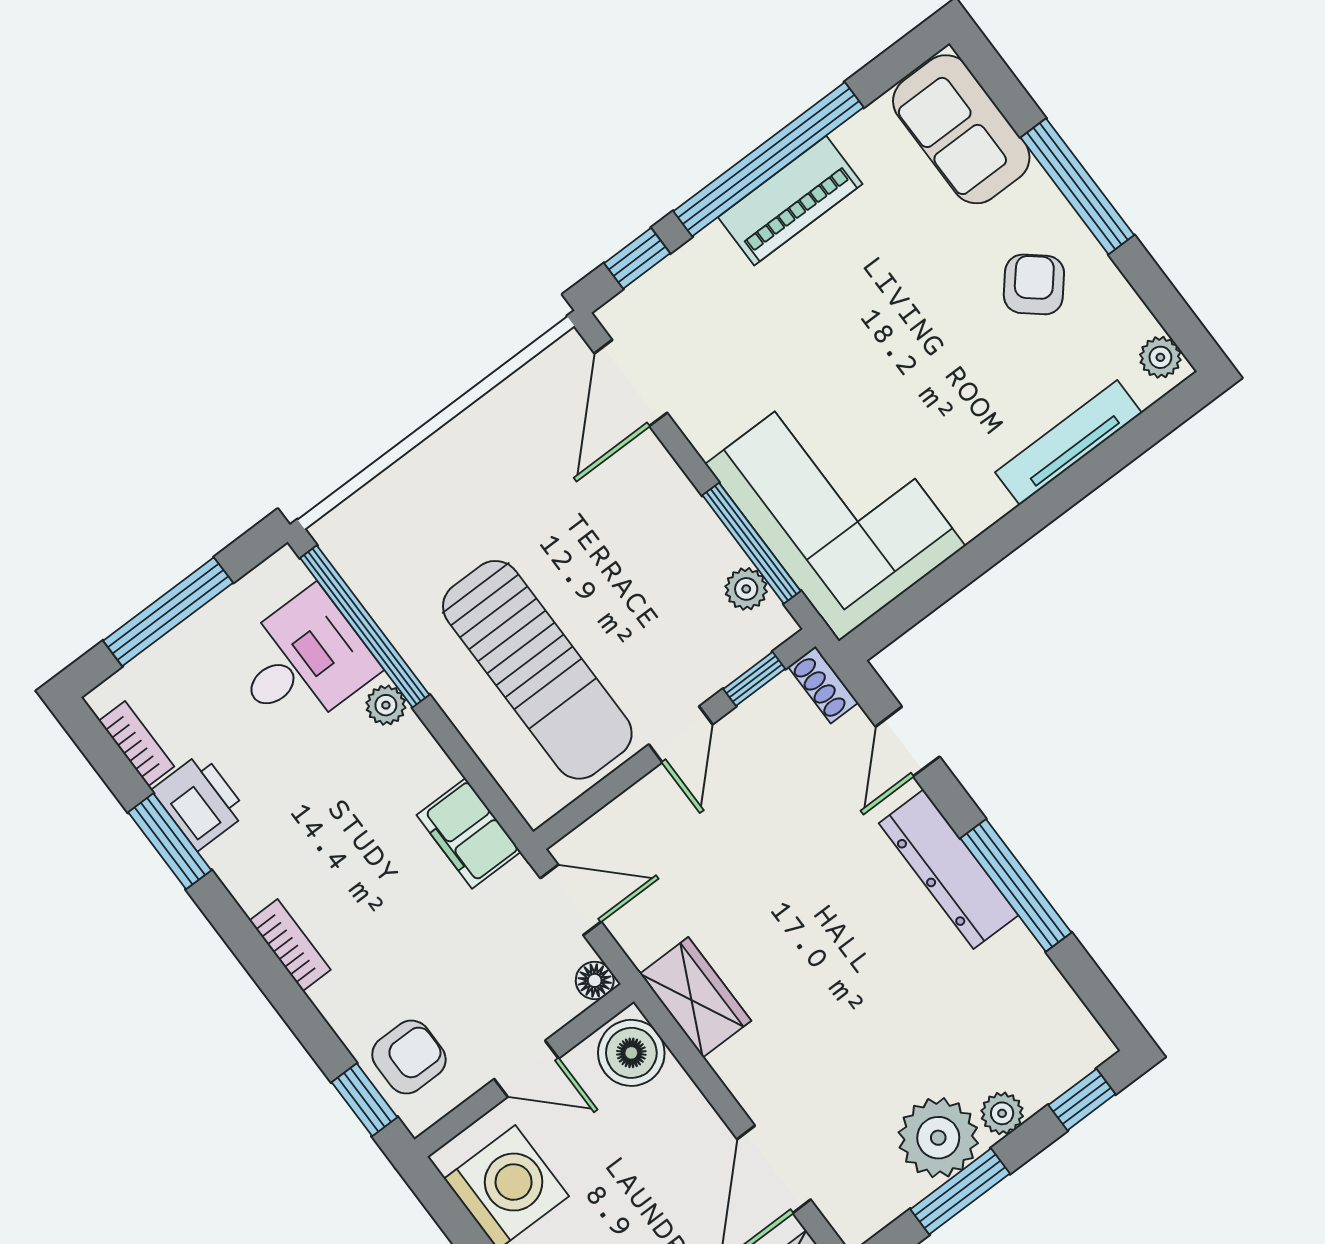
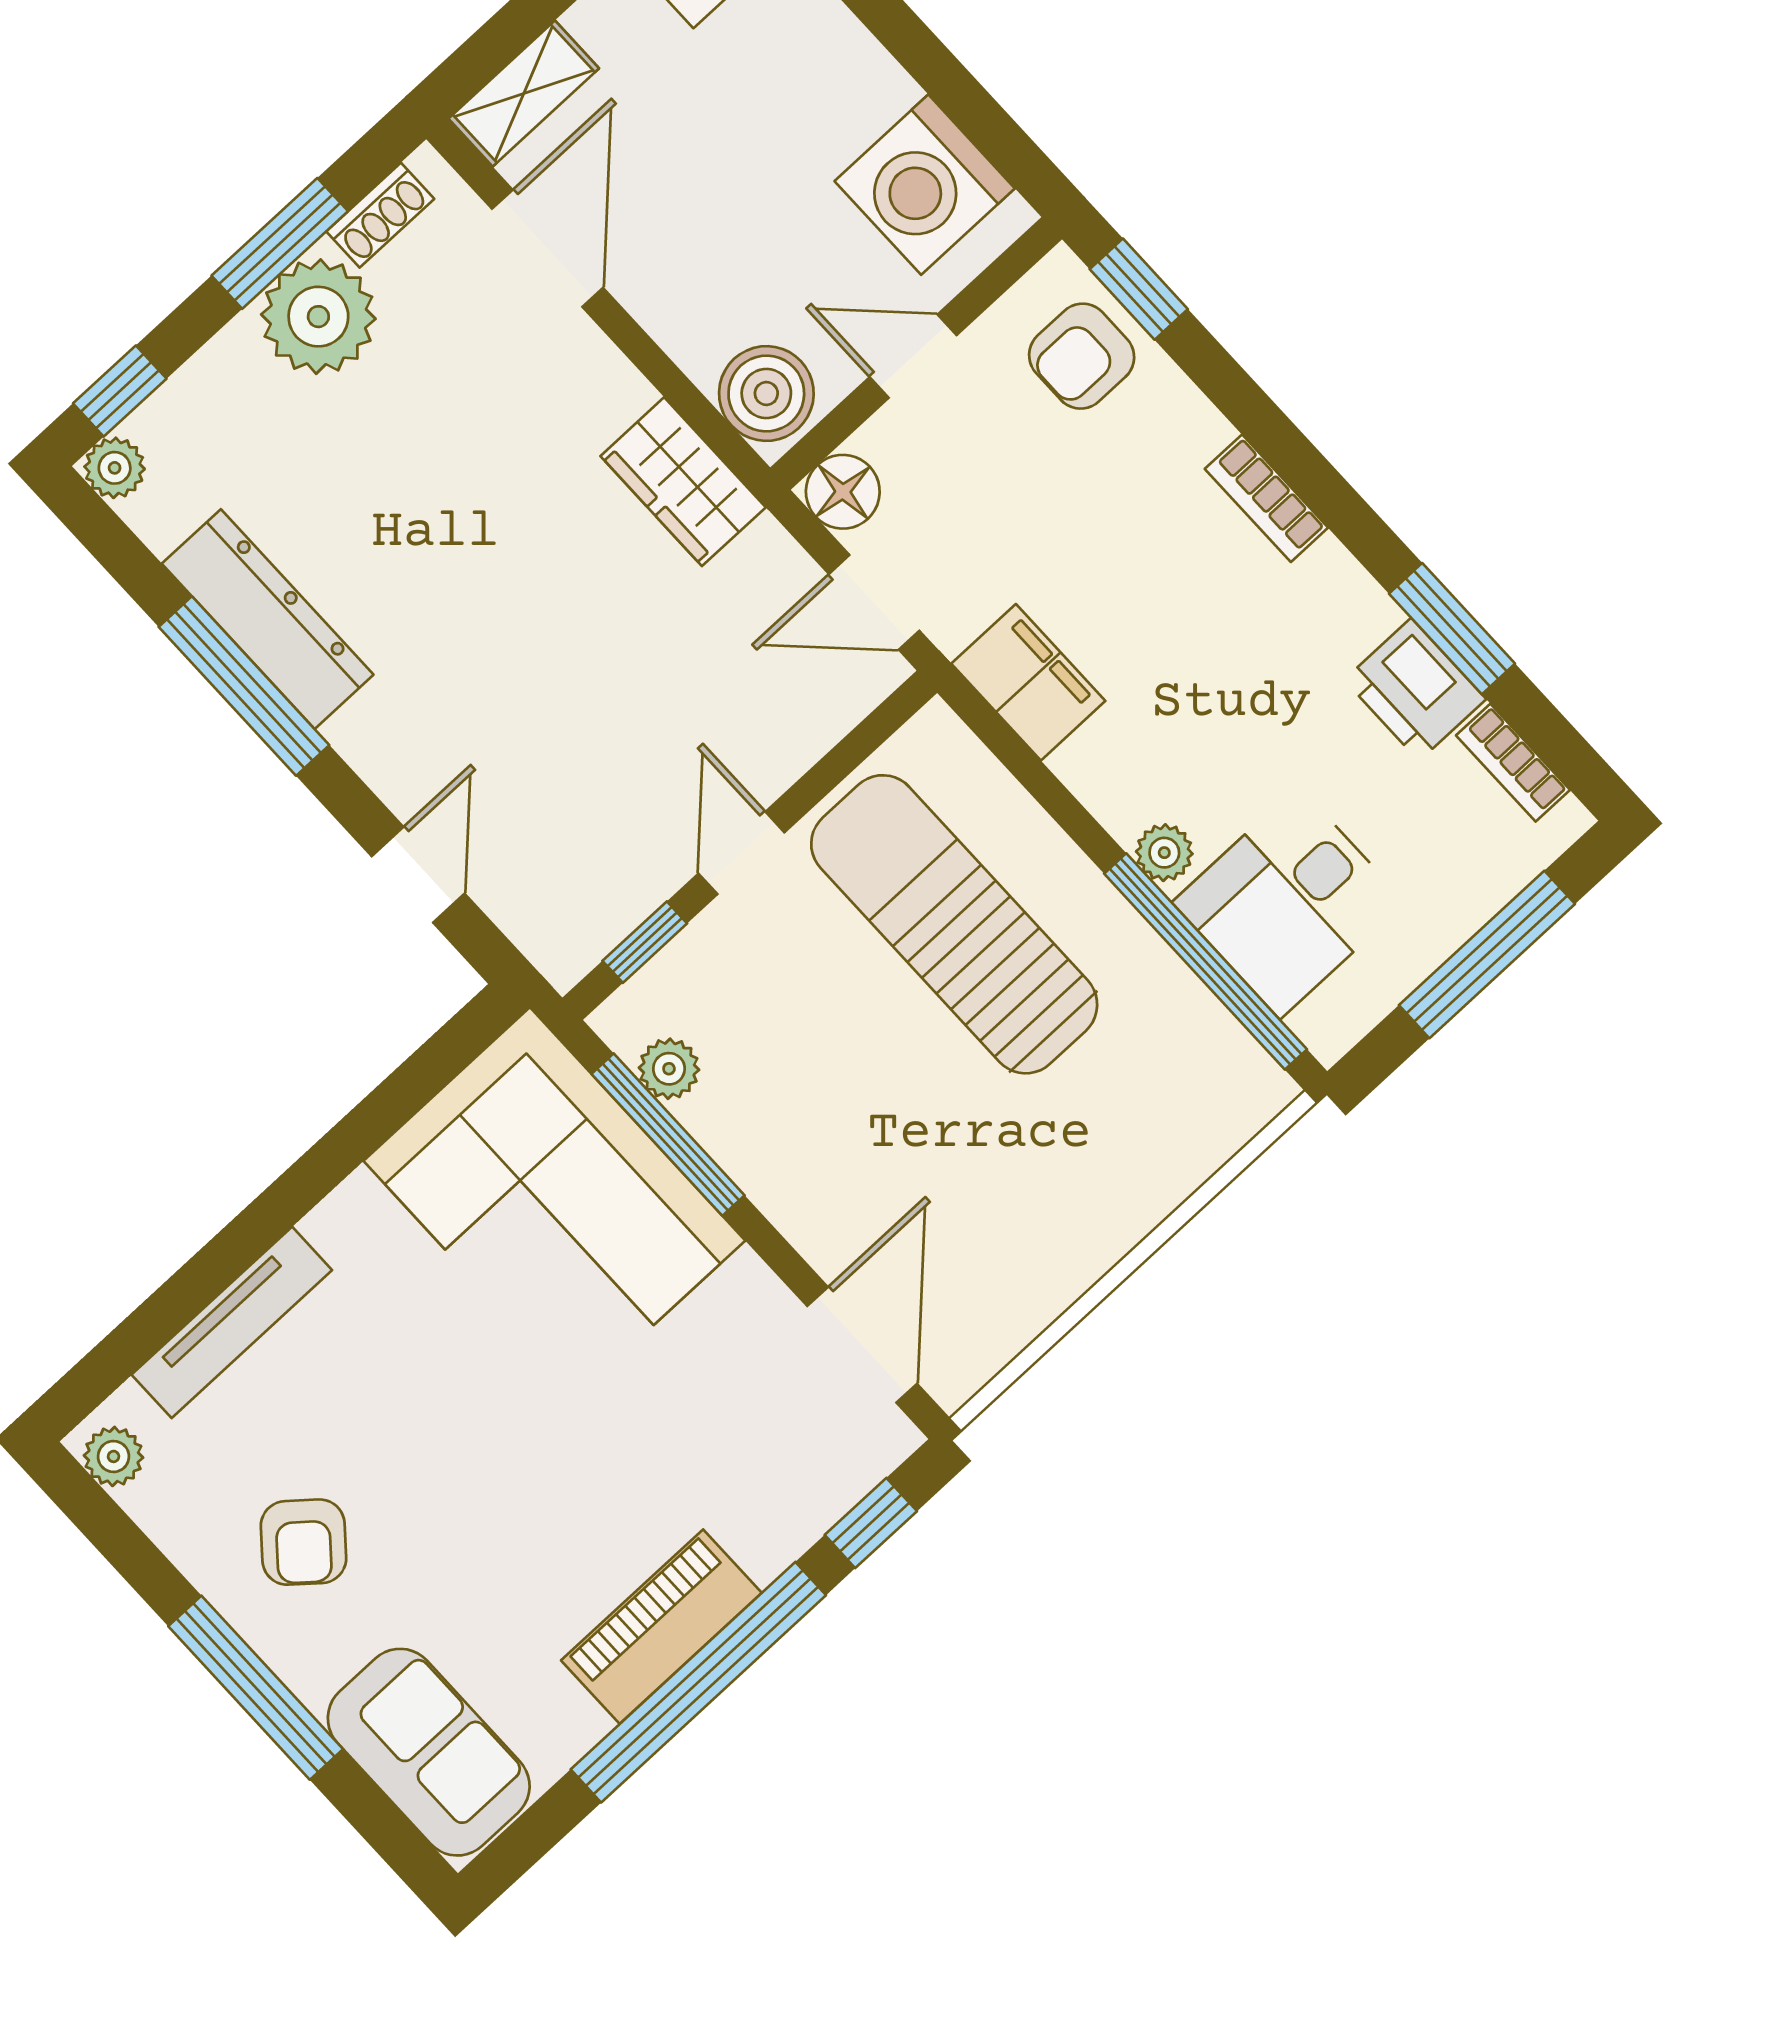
shoe rack: (823, 685) -> (380, 215), moved, turned 90
dresser: (949, 869) -> (268, 619), moved
floor lamp: (595, 980) -> (843, 492), width x1.37, depth x1.37
plant: (1002, 1113) -> (115, 468), moved

